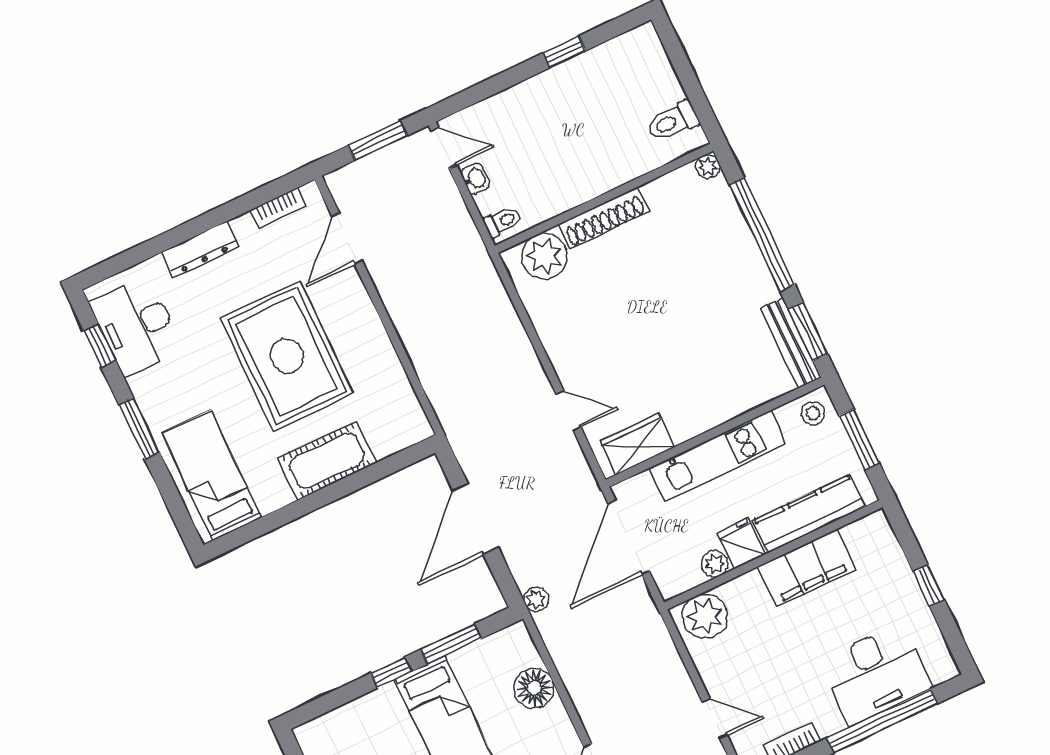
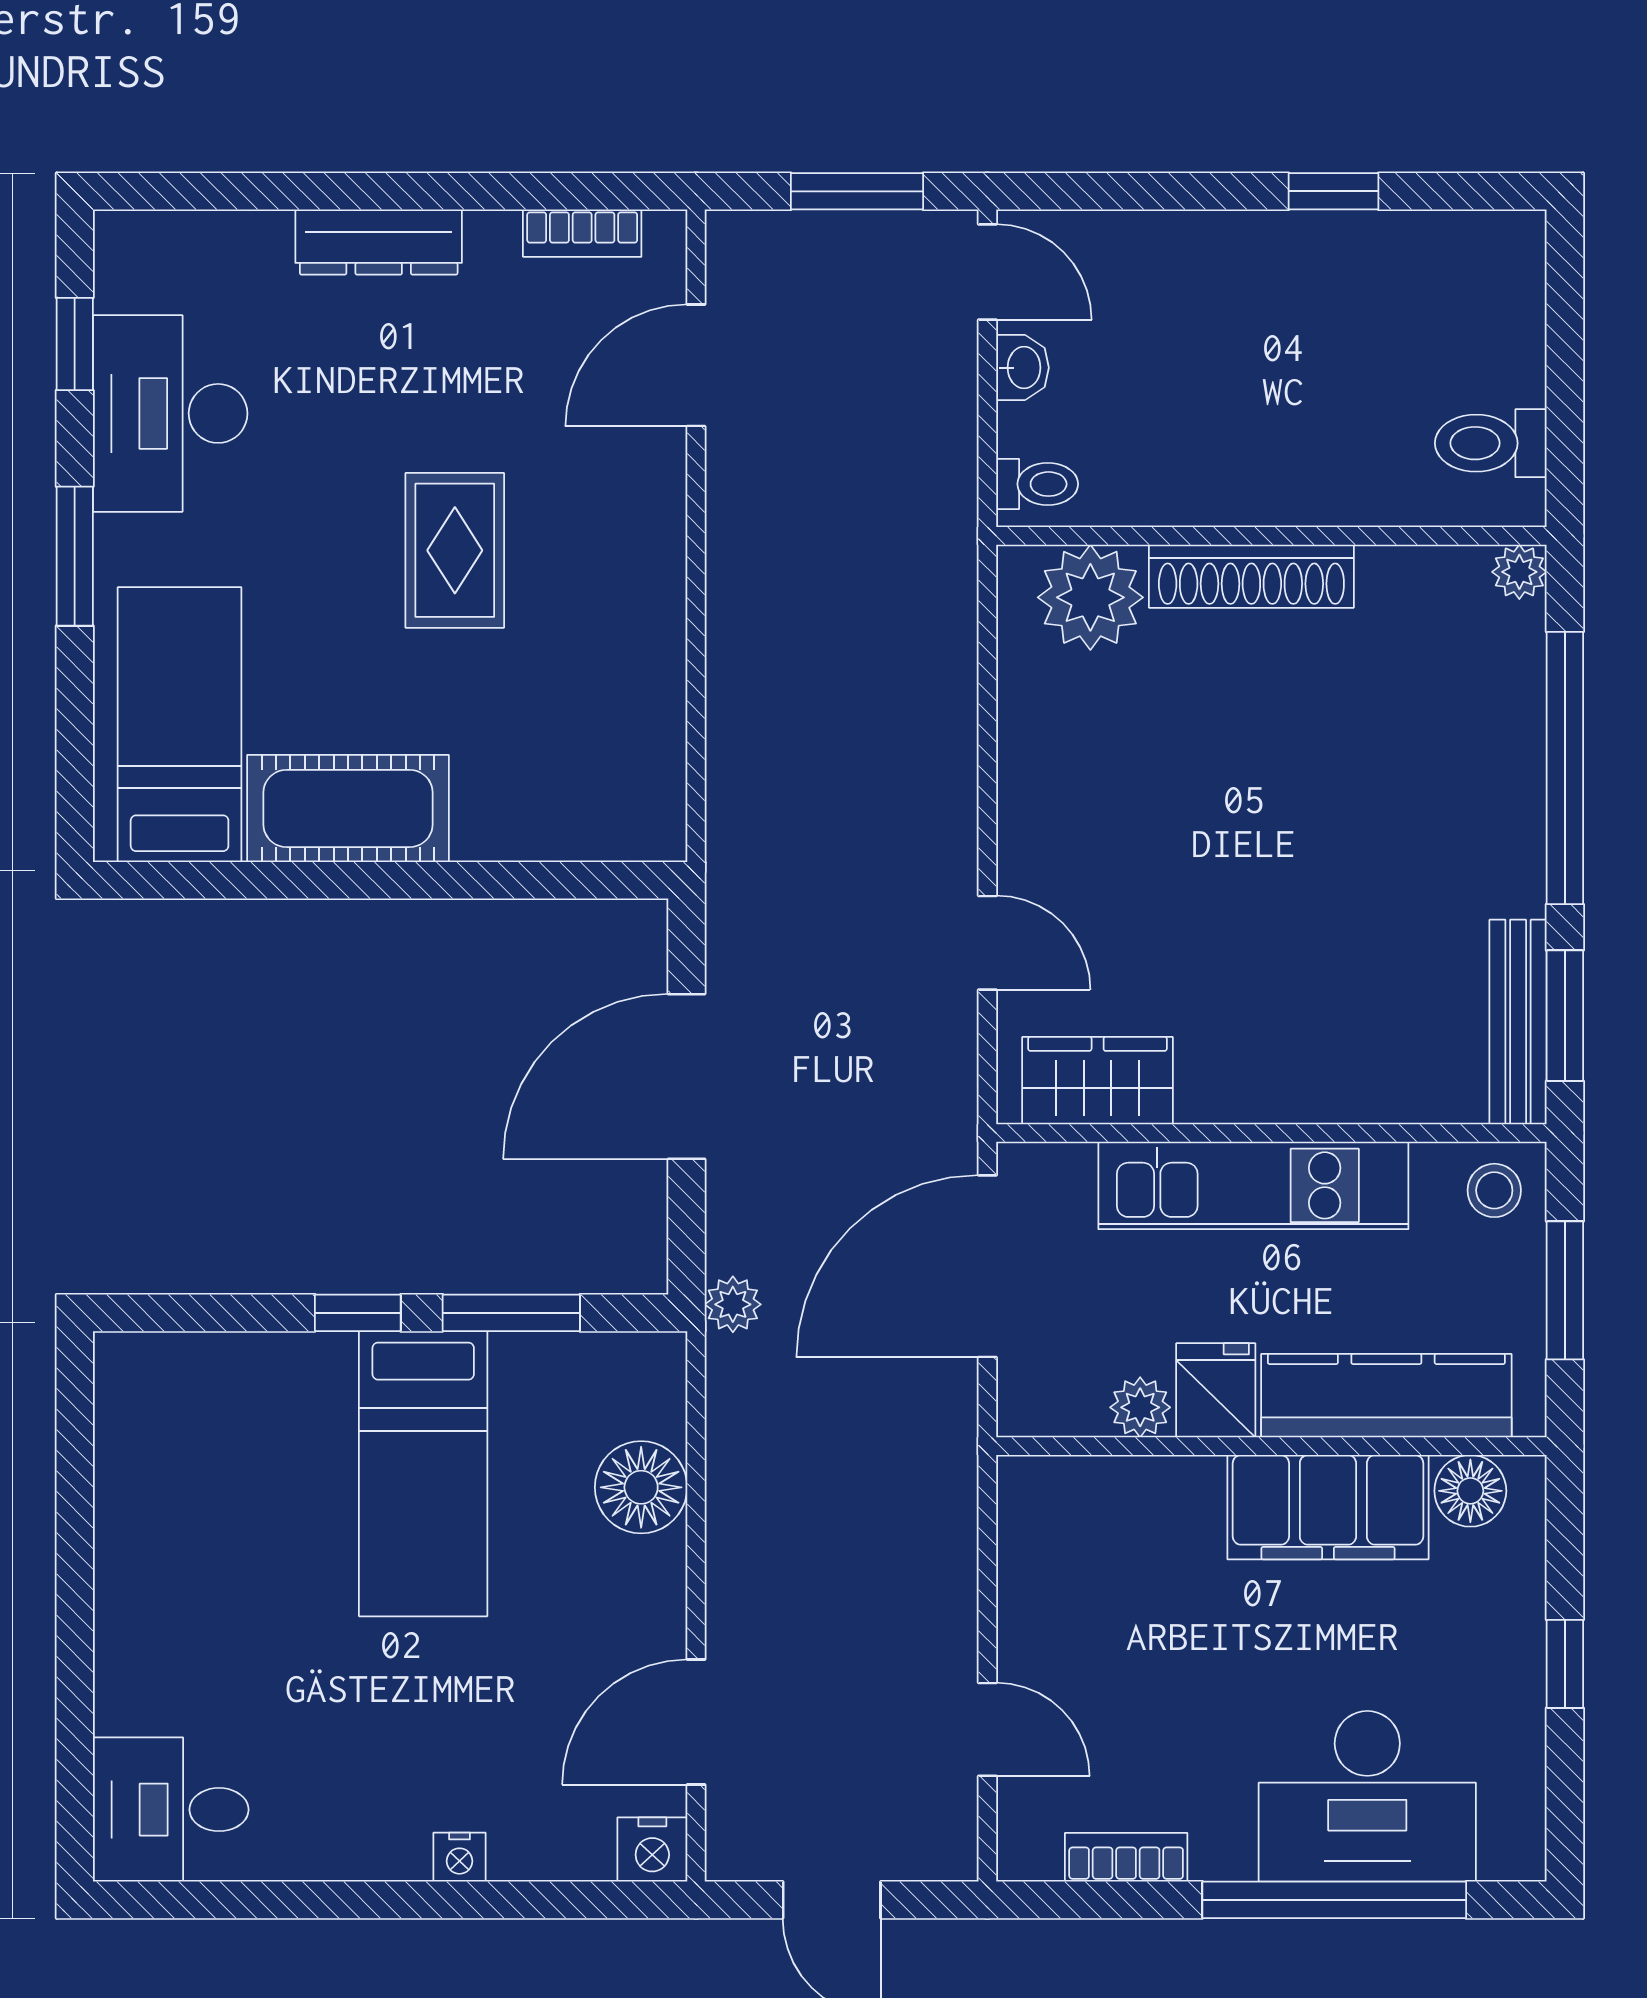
desk: (136, 326) -> (170, 413), moved
rug: (287, 356) -> (455, 550), width x0.54, depth x0.49
cot: (327, 461) -> (348, 808), moved
floor lamp: (860, 535) -> (1470, 1491), added
plant: (705, 616) -> (1068, 1507), removed

